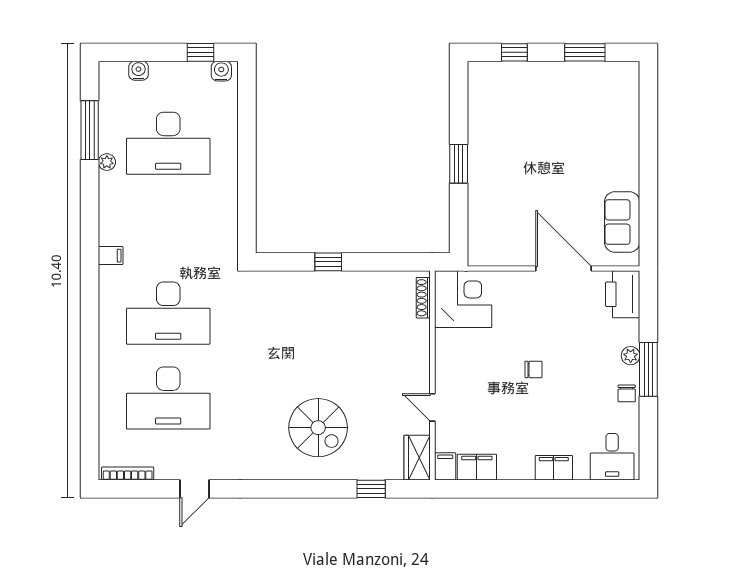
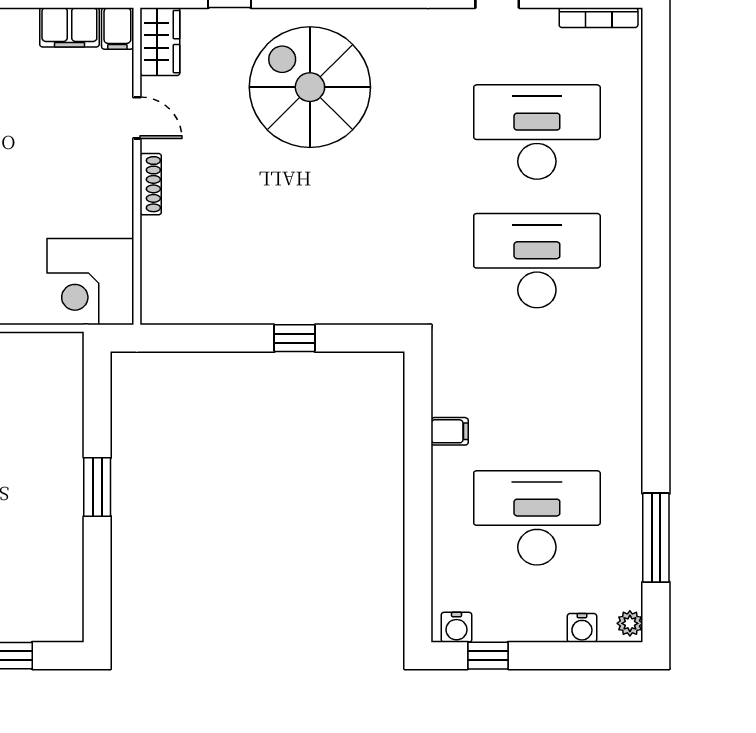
plant: (107, 162) -> (630, 623), moved
filing cabinet: (111, 256) -> (450, 431), moved, turned 180
shoe rack: (423, 298) -> (151, 184), moved
spiral stairs: (318, 428) -> (310, 87), width x1.37, depth x1.37

